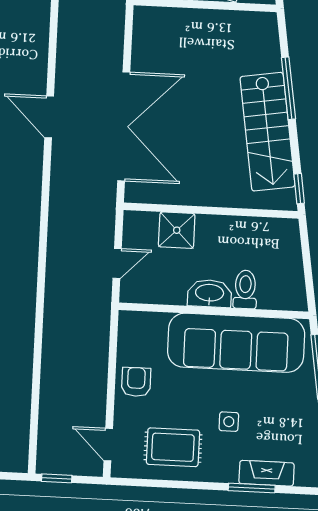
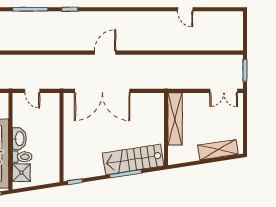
stairs: (267, 132) -> (133, 159), moved
shower: (177, 230) -> (21, 173), moved

